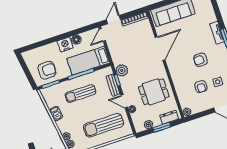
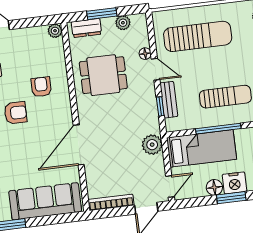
window: (65, 36) -> (231, 198), added
plant: (122, 70) -> (152, 145), moved
armchair: (201, 87) -> (41, 87), moved

